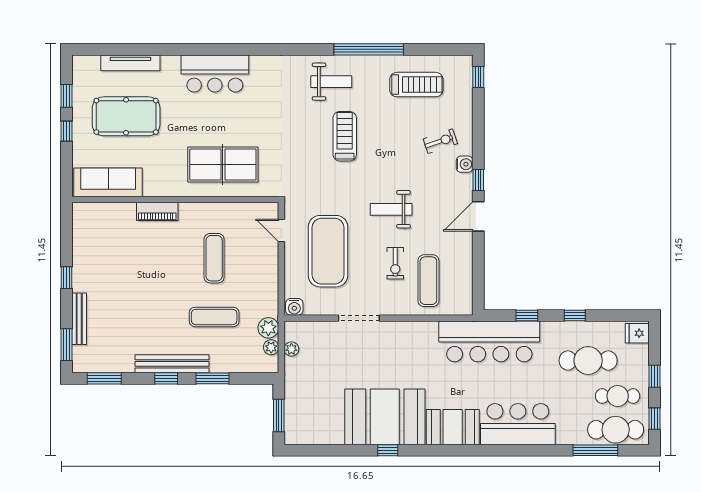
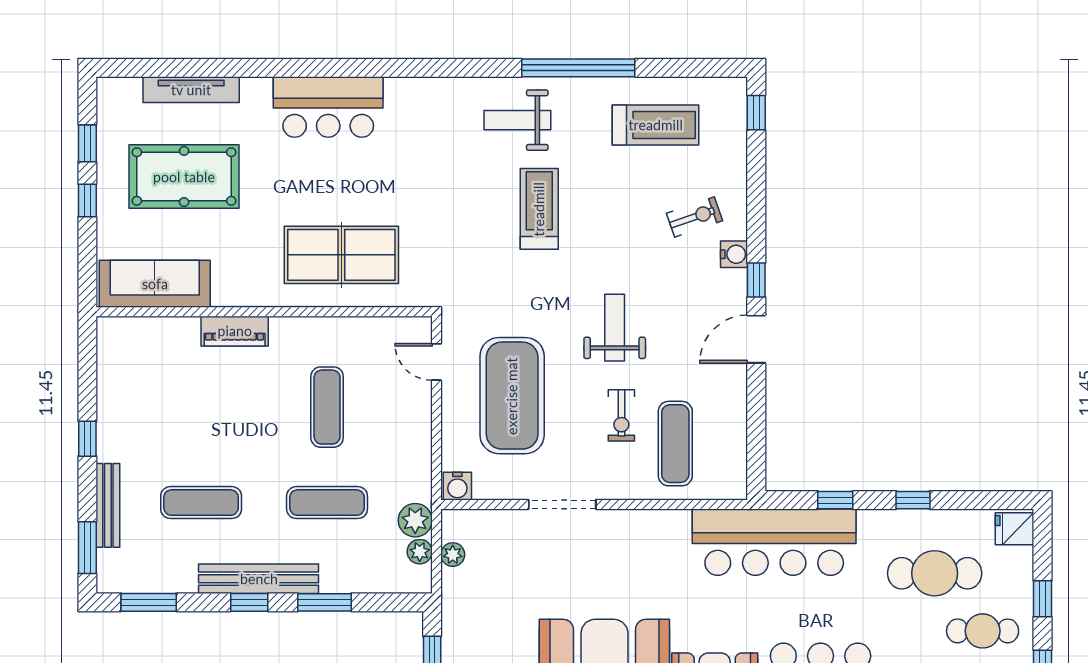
weight bench: (331, 82) -> (517, 120), turned 180
weight bench: (391, 209) -> (615, 328), turned 90
exercise mat: (137, 317) -> (201, 503), added

